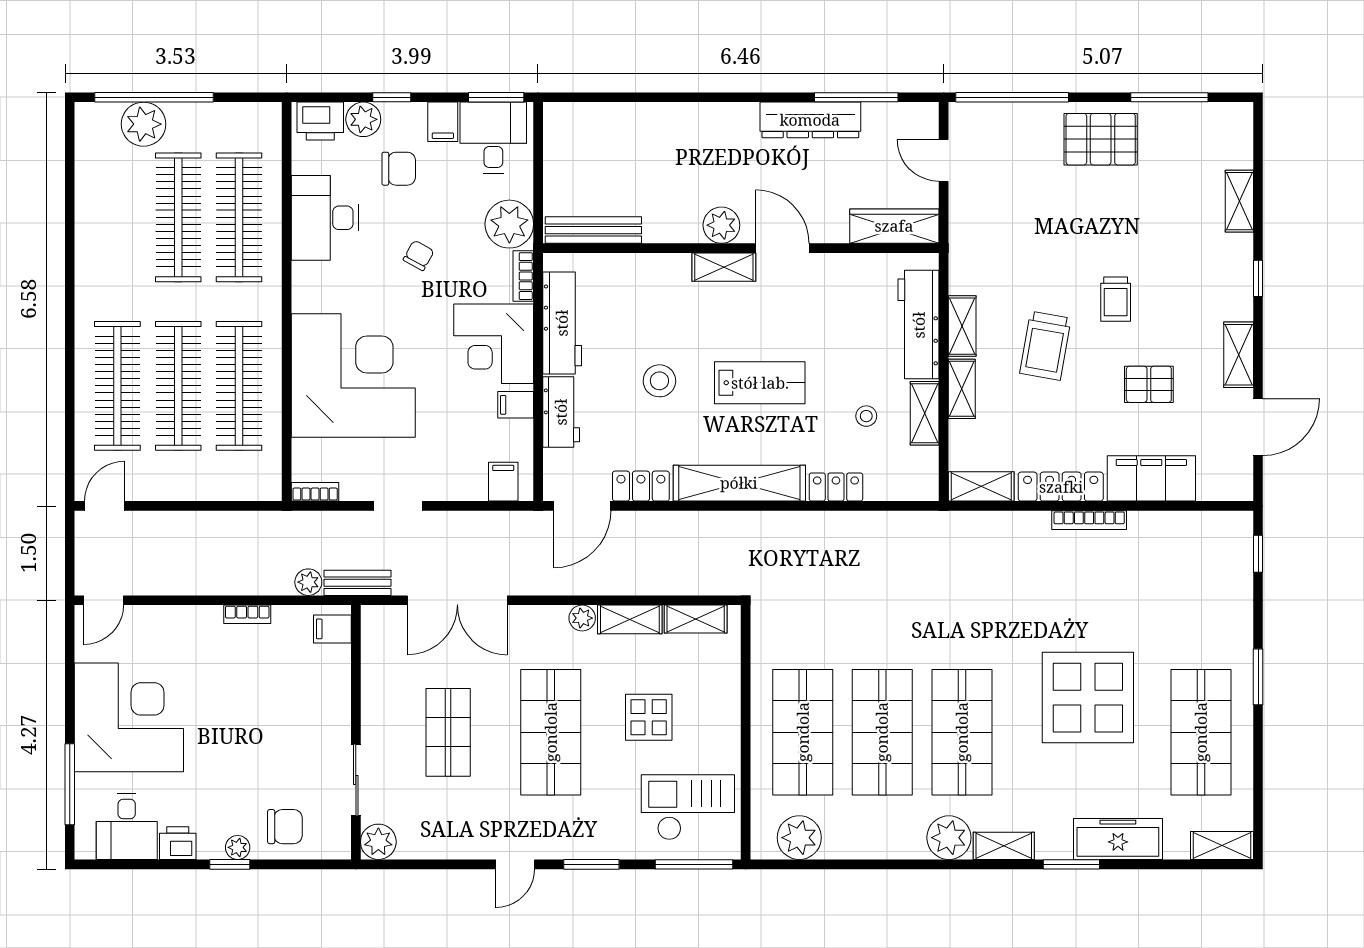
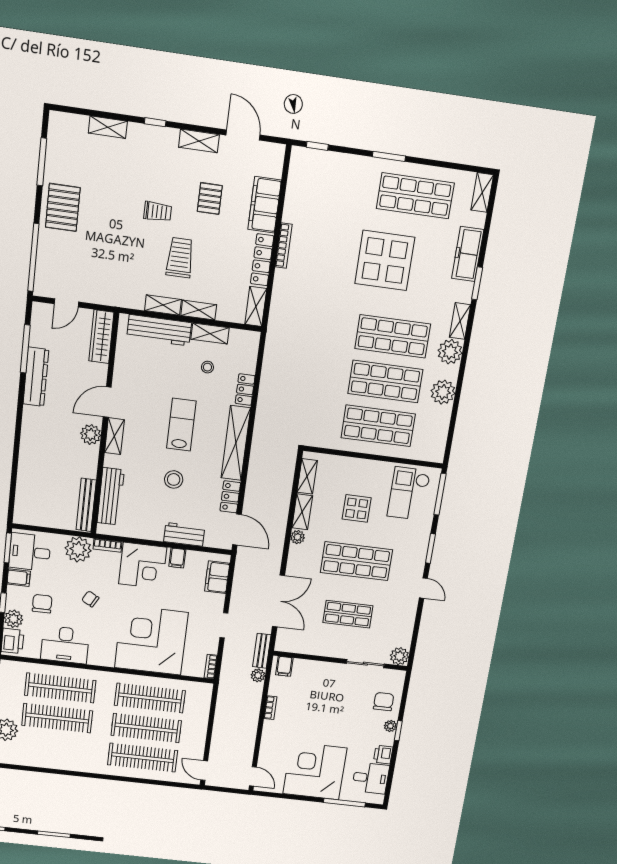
workbench: (562, 323) -> (111, 496), moved, turned 90
trolley: (1045, 346) -> (180, 258), turned -100
filing cabinet: (503, 482) -> (217, 577), width x2.00
plant: (799, 838) -> (443, 392), moved

